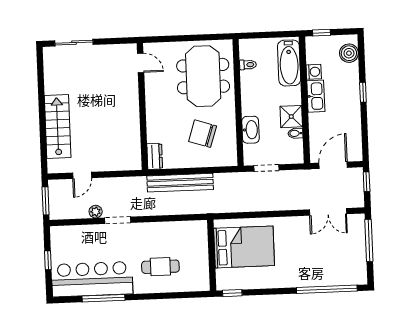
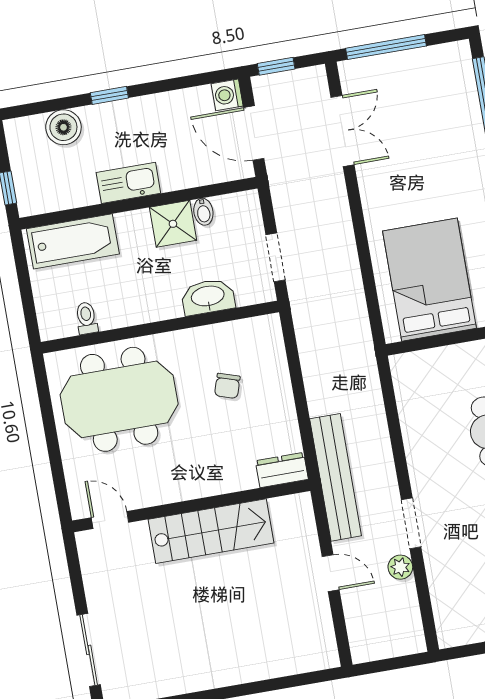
boiler: (349, 53) -> (63, 127), moved
door: (141, 63) -> (110, 520), hinge flipped
washing machine: (314, 72) -> (227, 95), moved, turned -90
stairs: (58, 127) -> (211, 531), moved, turned 180
chair: (203, 134) -> (227, 386), width x0.54, depth x0.54
door: (82, 175) -> (331, 573), moved
bench: (180, 183) -> (336, 477), moved
window: (46, 201) -> (393, 664), removed

